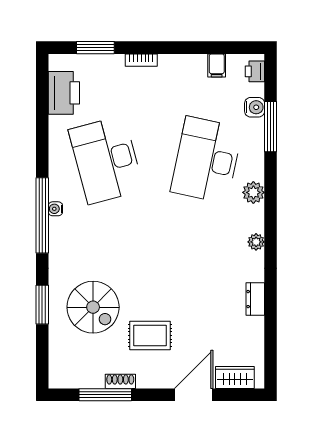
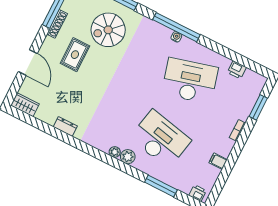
filing cabinet: (217, 65) -> (218, 161), moved
printer: (64, 93) -> (237, 70), width x0.53, depth x0.68
water cooler: (255, 107) -> (177, 182), removed
plant: (256, 242) -> (115, 152), moved
wardrobe: (235, 377) -> (25, 105), moved, turned -90
shoe rack: (120, 381) -> (57, 24), width x1.43

